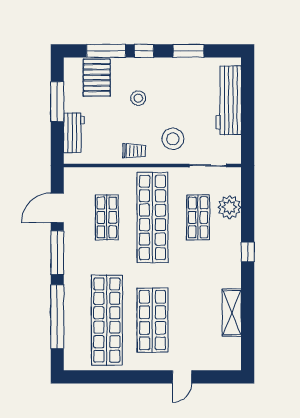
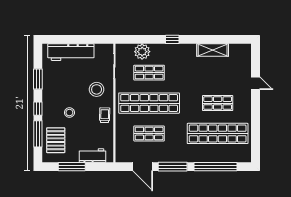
pallet: (97, 78) -> (56, 140), turned 90
shop shelf: (152, 320) -> (218, 103), width x0.70, depth x0.74

